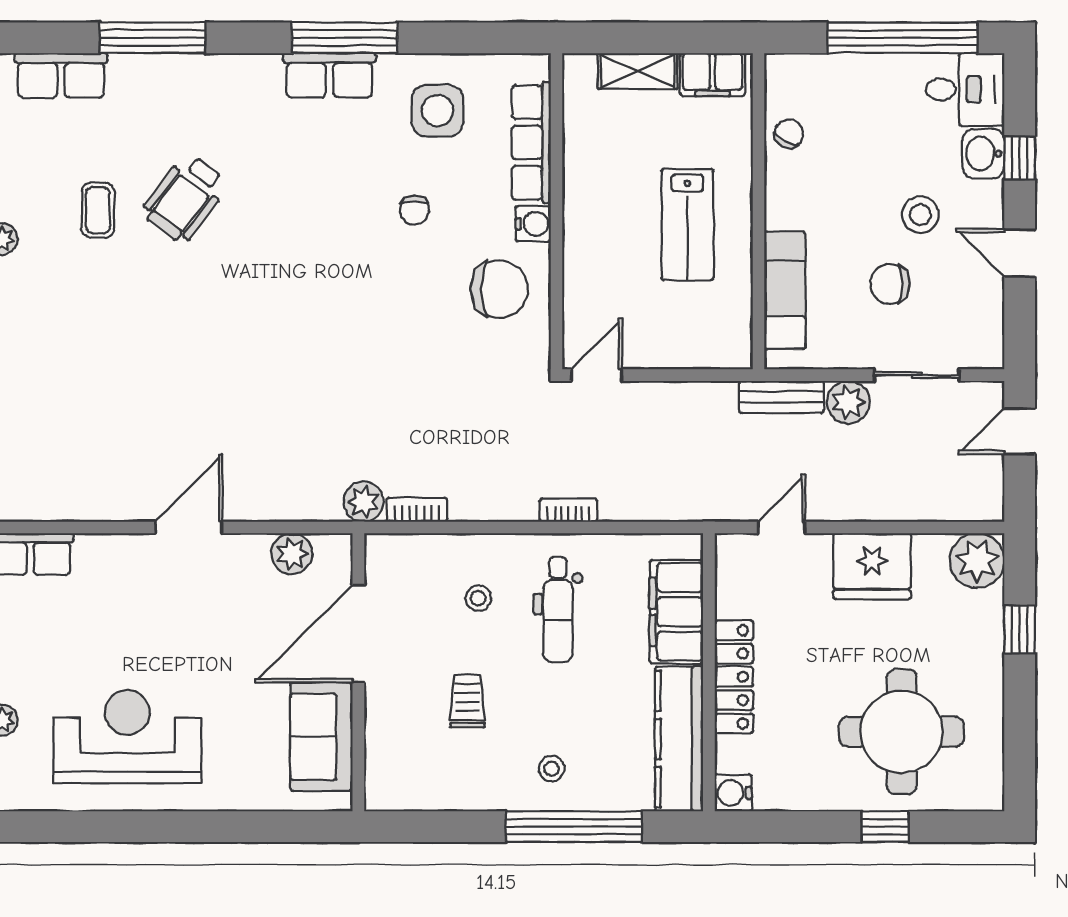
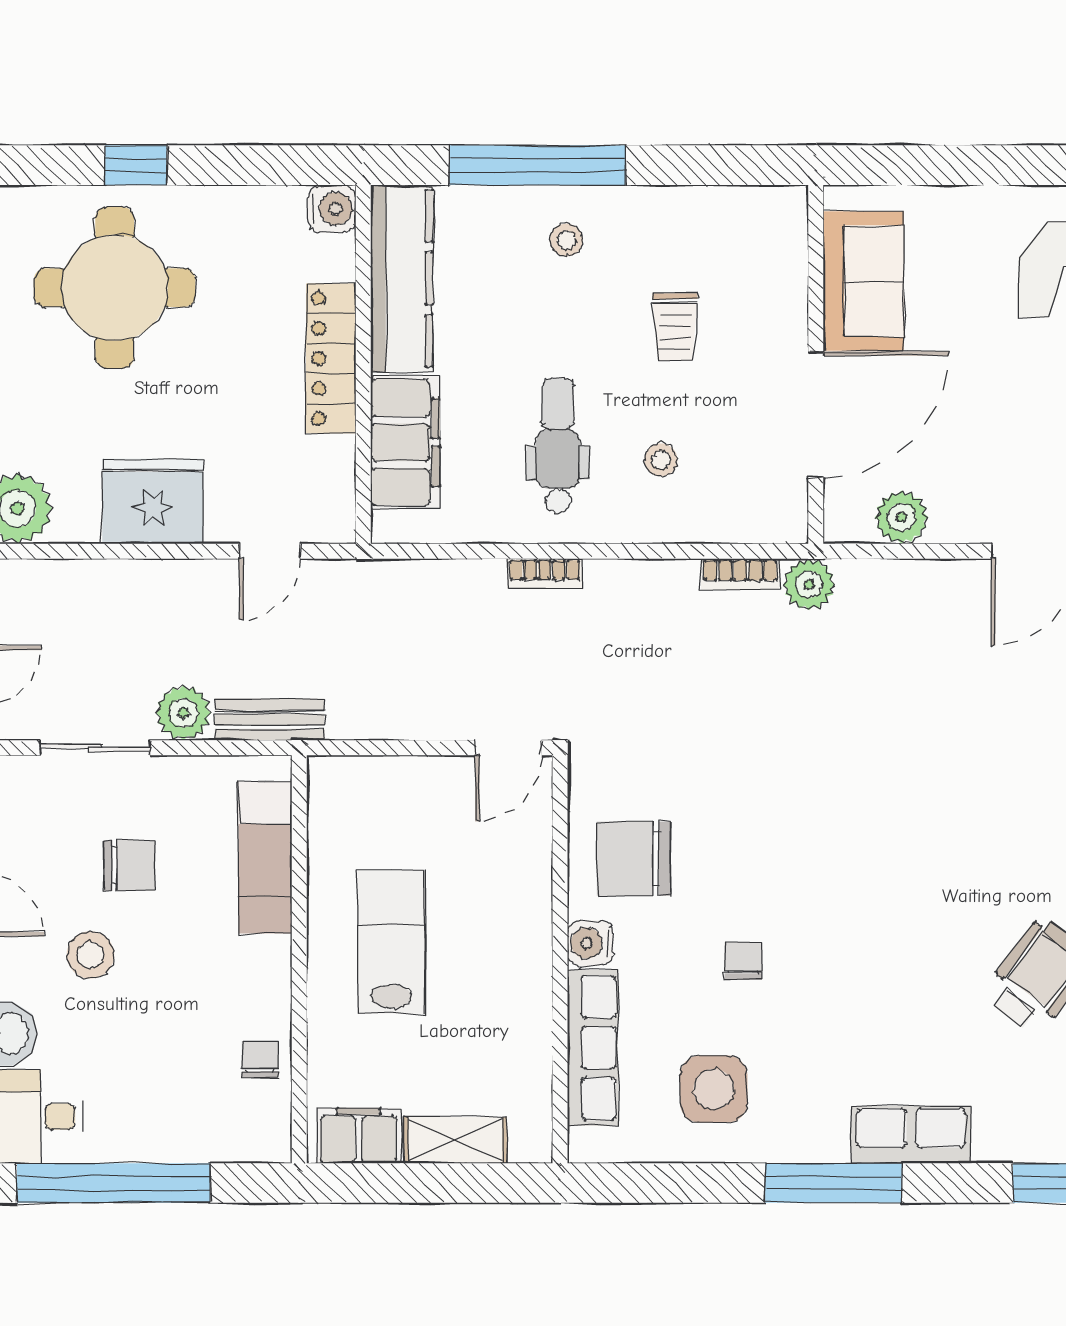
row of seats: (329, 75) -> (911, 1135), moved
chair: (789, 134) -> (260, 1059), turned 152

